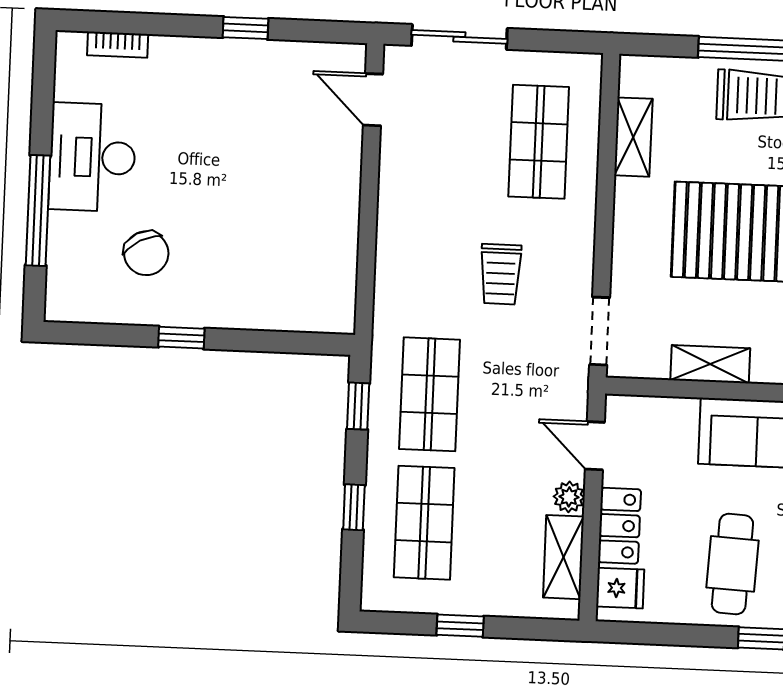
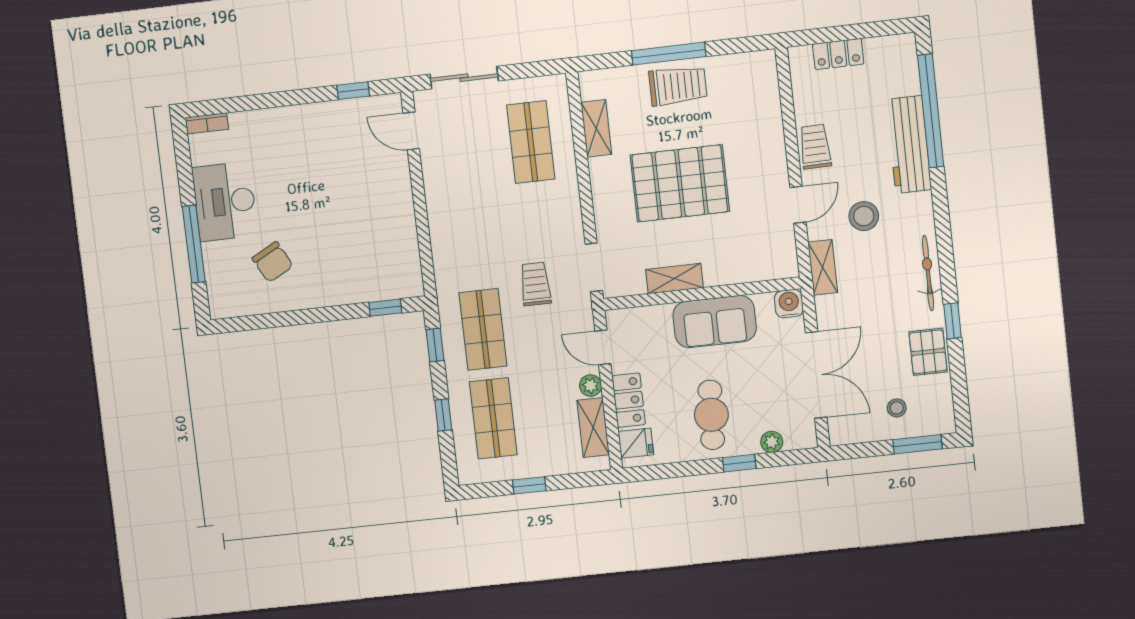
window: (246, 28) -> (353, 91), moved
bookcase: (118, 45) -> (207, 123), moved
trolley: (501, 274) -> (535, 284), moved, turned 180
window: (181, 338) -> (385, 308), moved

